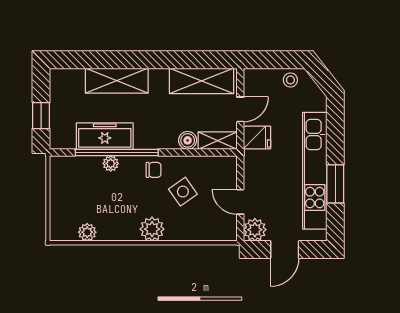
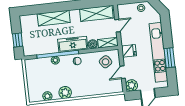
freezer: (105, 136) -> (73, 44), moved
fridge: (257, 138) -> (129, 51), moved
side table: (183, 192) -> (106, 62), moved
door: (240, 202) -> (123, 72), hinge flipped
plant: (152, 229) -> (65, 92), moved

